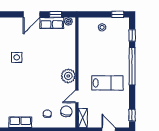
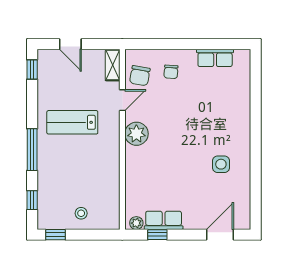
door: (31, 14) -> (220, 235), moved
window: (132, 66) -> (32, 150), width x0.68

